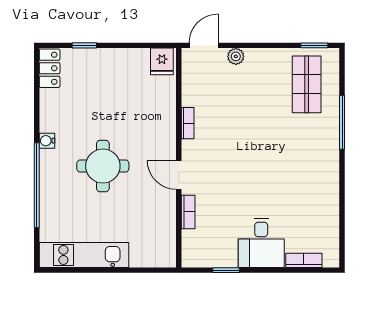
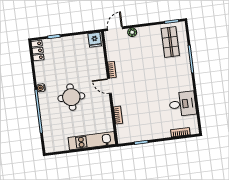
door: (179, 175) -> (109, 86), moved
desk: (261, 243) -> (182, 104), moved, turned -90
kitchen unit: (84, 255) -> (92, 141), moved

